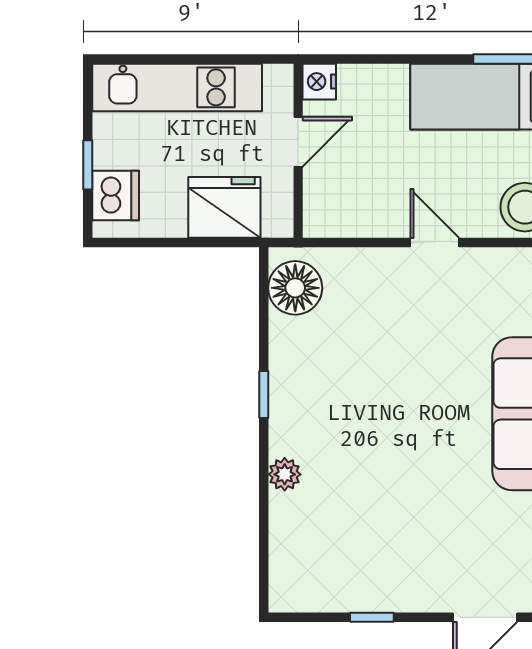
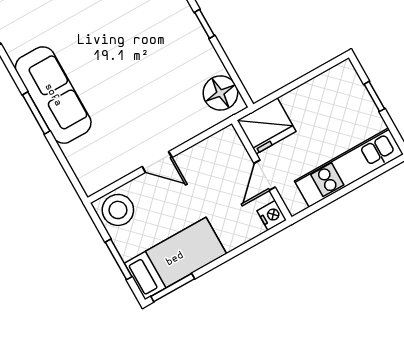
dishwasher: (116, 196) -> (349, 88), removed
fridge: (224, 207) -> (267, 126), moved

